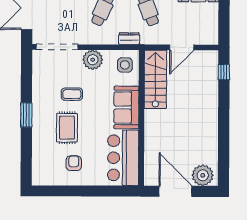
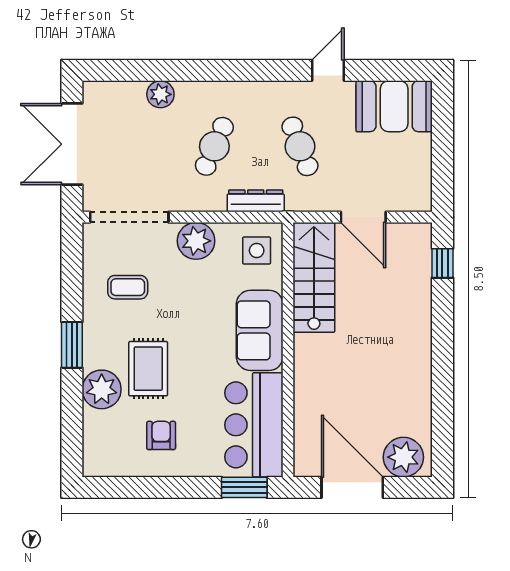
dresser: (129, 39) -> (256, 201), width x1.44
door: (182, 47) -> (363, 217), hinge flipped
coffee table: (72, 94) -> (128, 287), moved
plant: (42, 139) -> (102, 389), added
window: (118, 191) -> (244, 487), added

